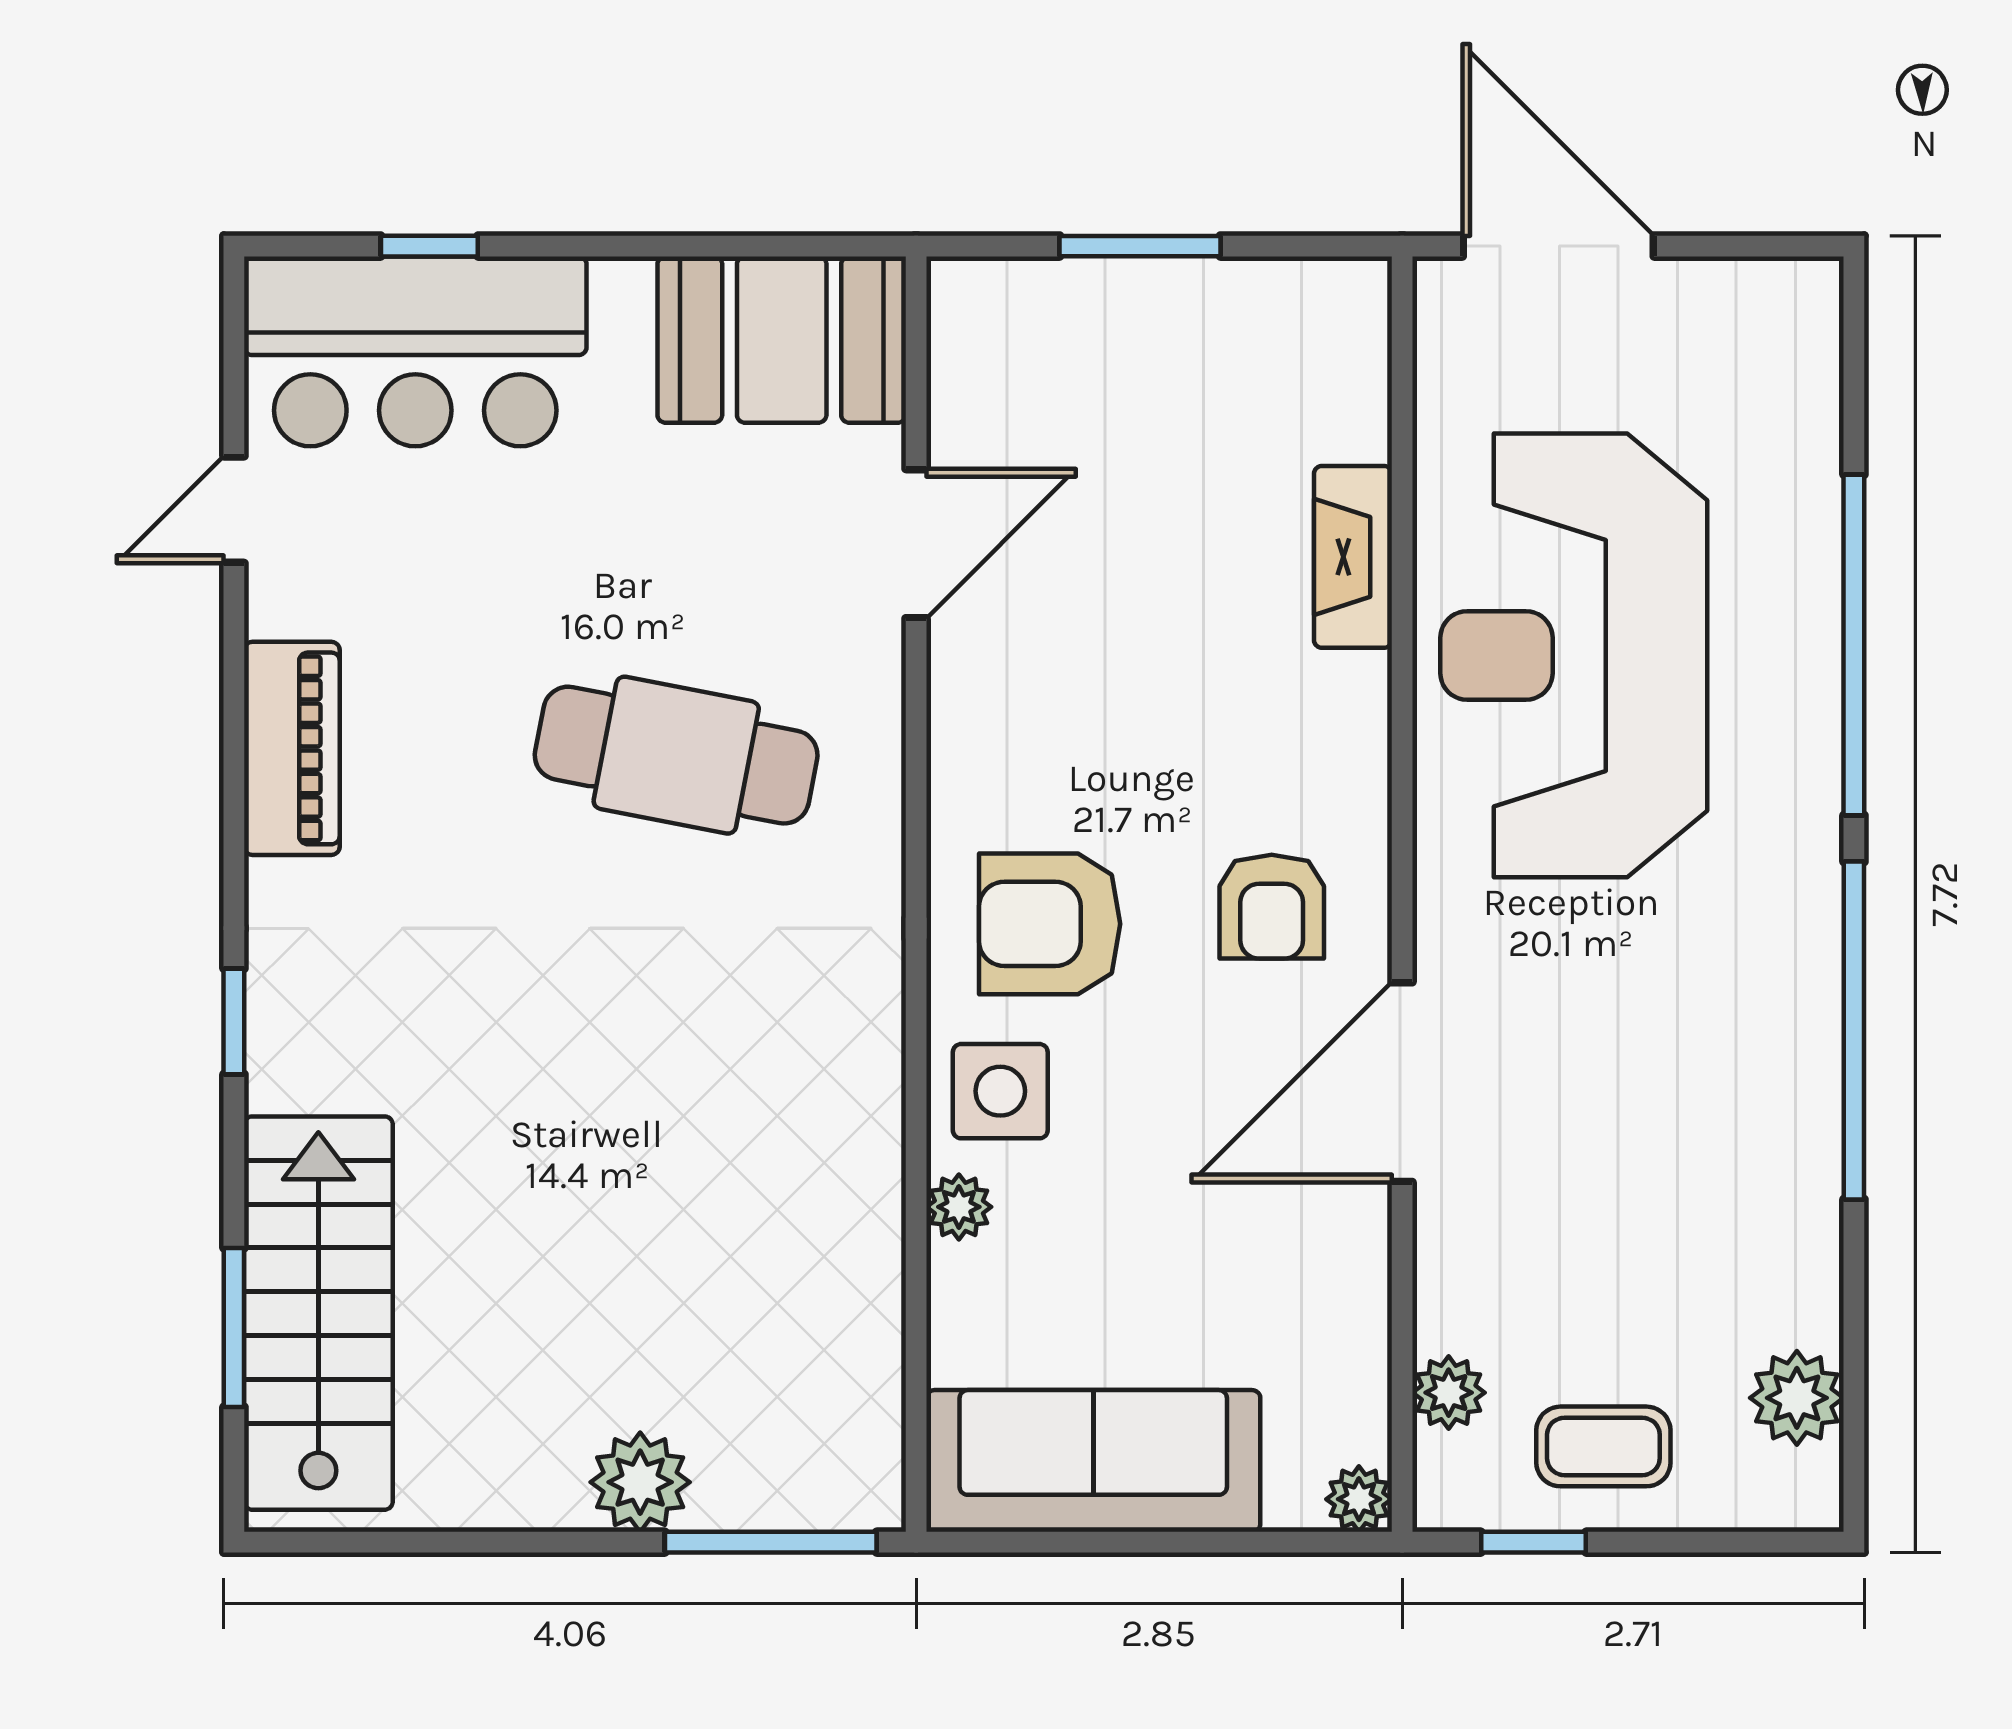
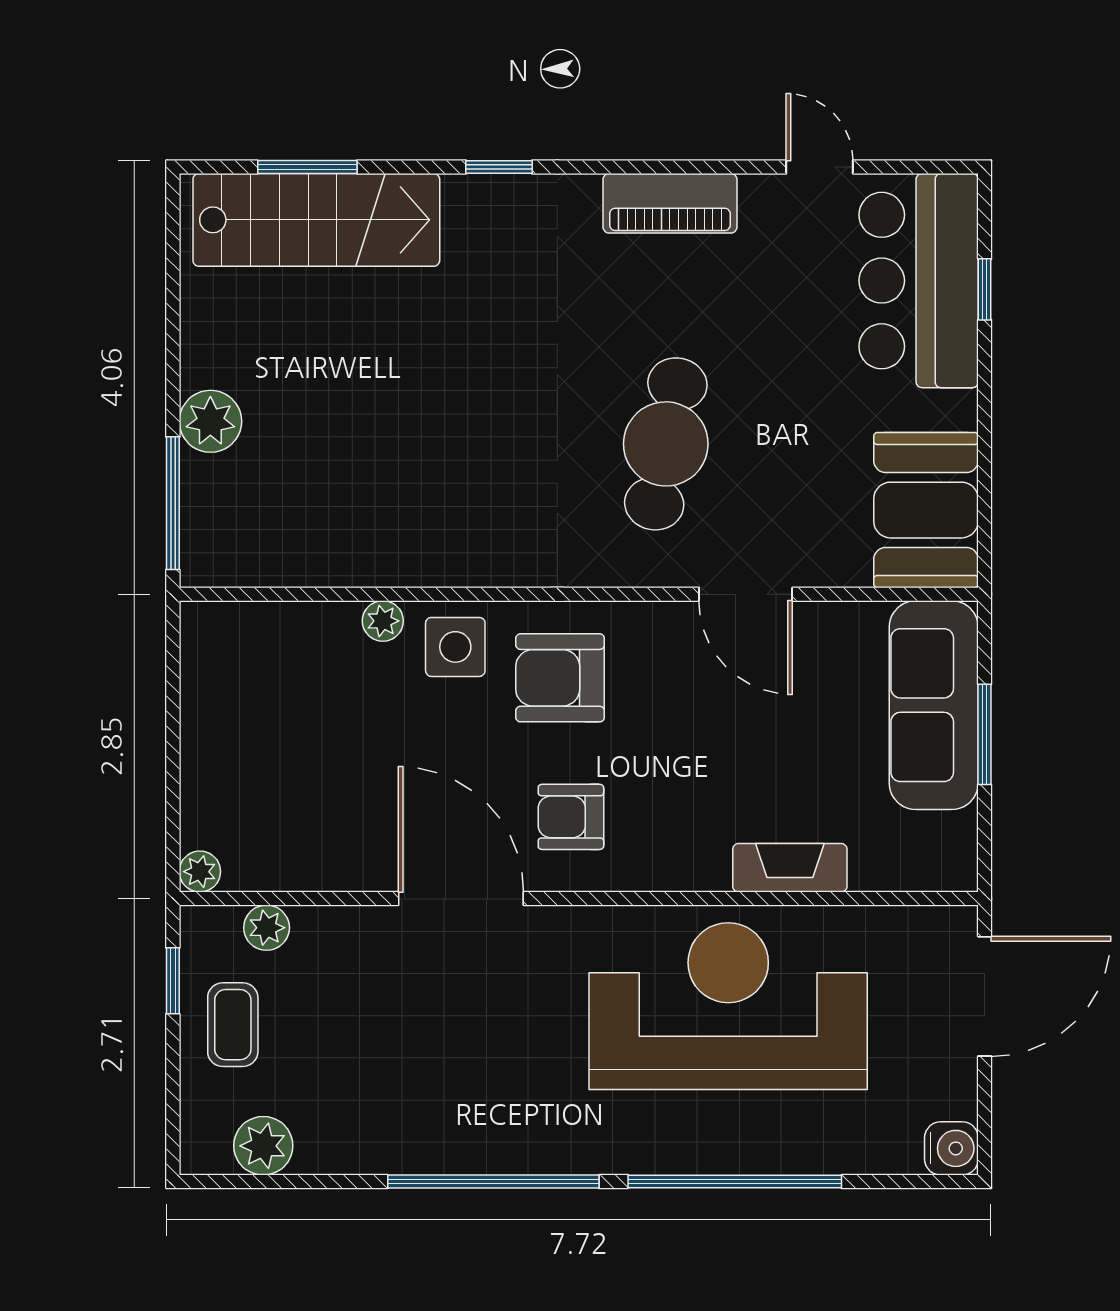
water cooler: (1801, 299) -> (951, 1148), added
door: (916, 544) -> (746, 594), moved
armchair: (1050, 924) -> (560, 678), turned -90
sofa: (1093, 1461) -> (934, 705), moved, turned 180

